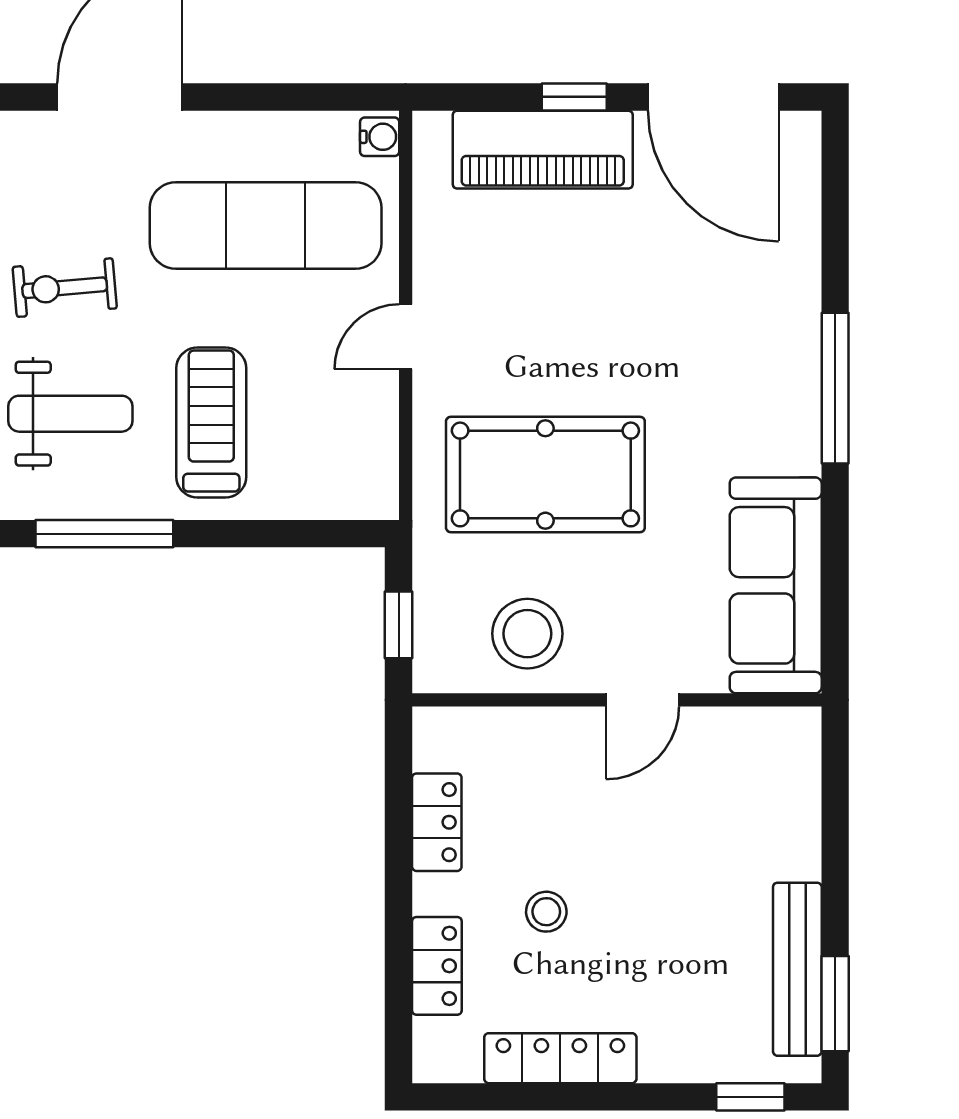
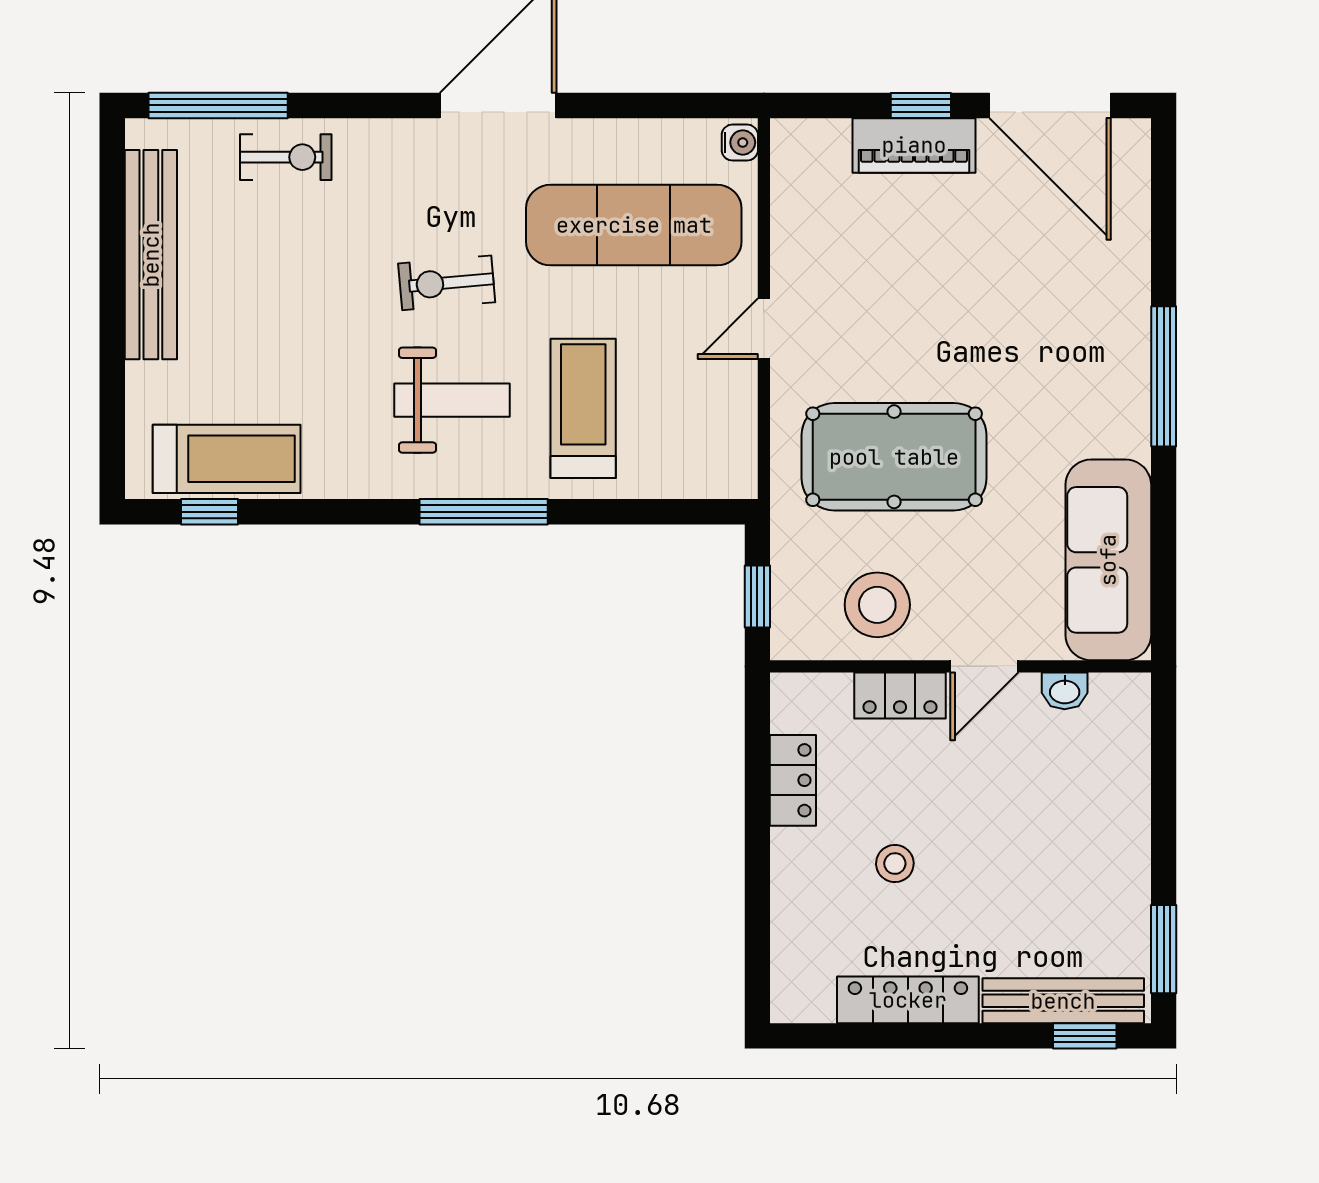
piano: (543, 150) -> (914, 145), width x0.73, depth x0.75
washbasin: (729, 726) -> (1065, 691), added
locker: (437, 966) -> (900, 696), moved, turned 90
bench: (797, 969) -> (1063, 1001), moved, turned 90

